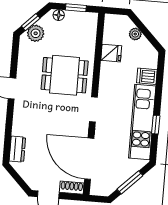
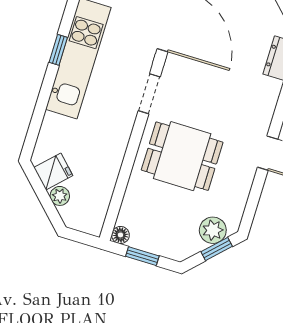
floor lamp: (59, 15) -> (120, 235), moved
fridge: (111, 53) -> (53, 172), moved, turned 135
dishwasher: (147, 76) -> (56, 127), removed

